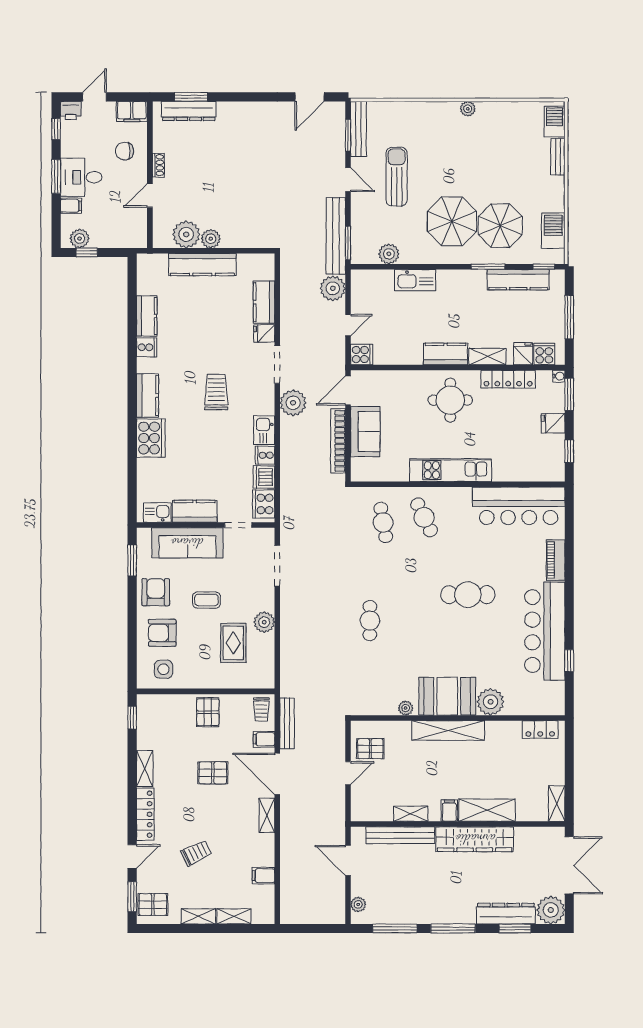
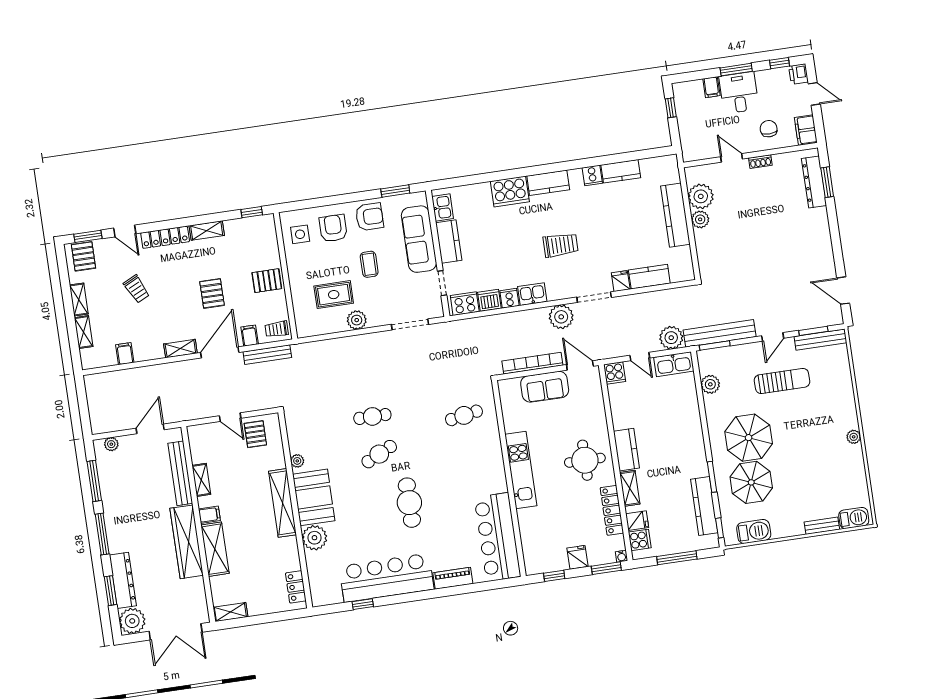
plant: (80, 239) -> (683, 99), removed
kitchen sink: (415, 280) -> (674, 364), moved, turned -90
cafe table: (424, 517) -> (379, 454), moved

